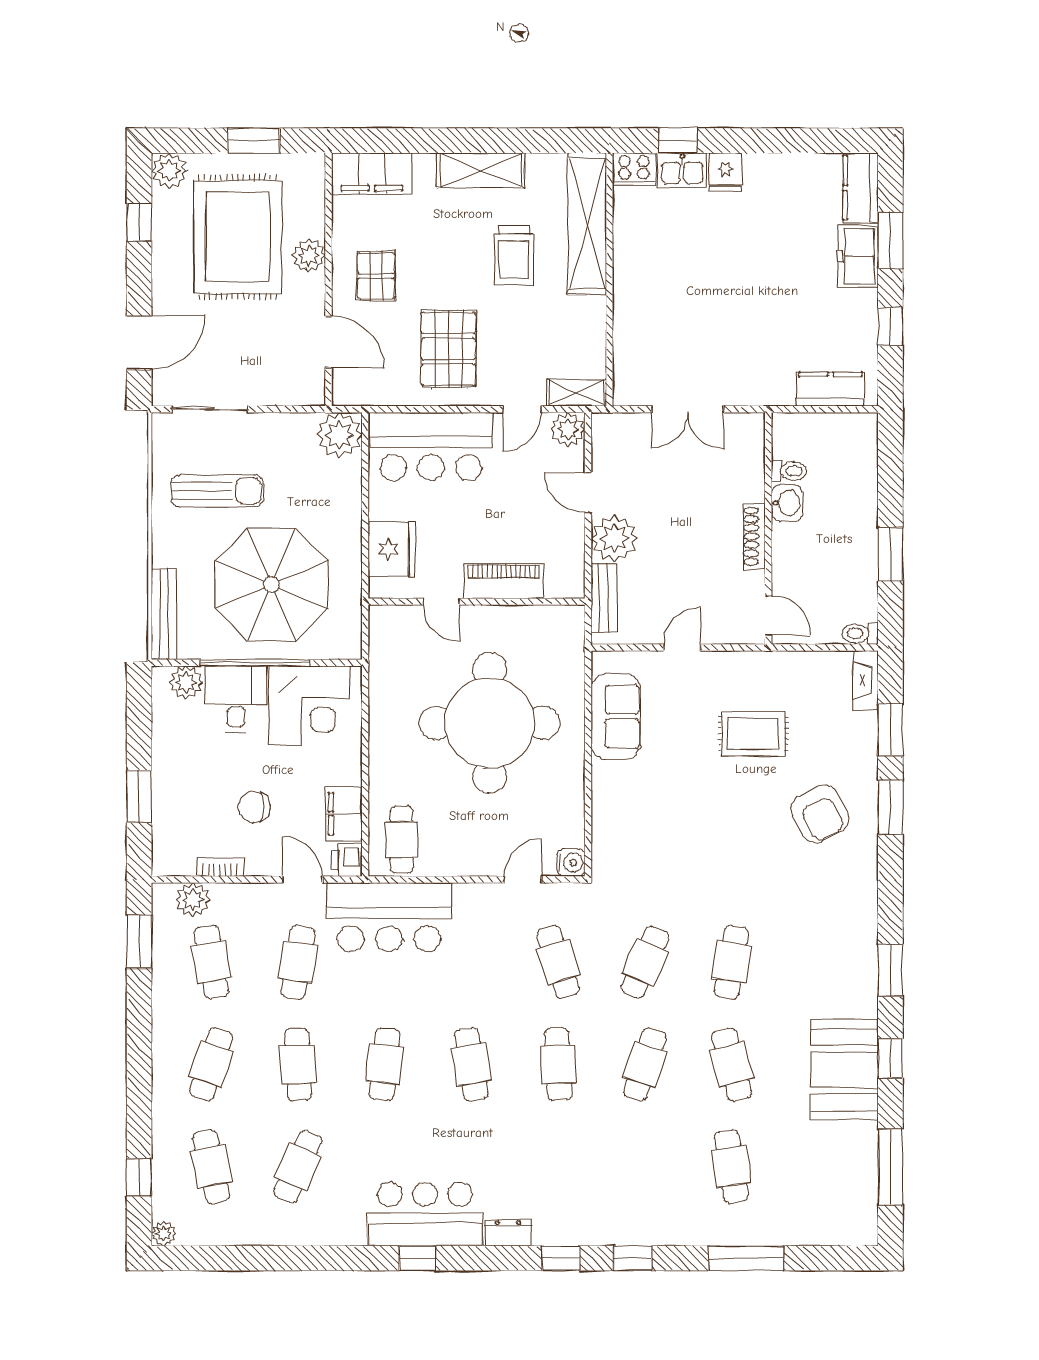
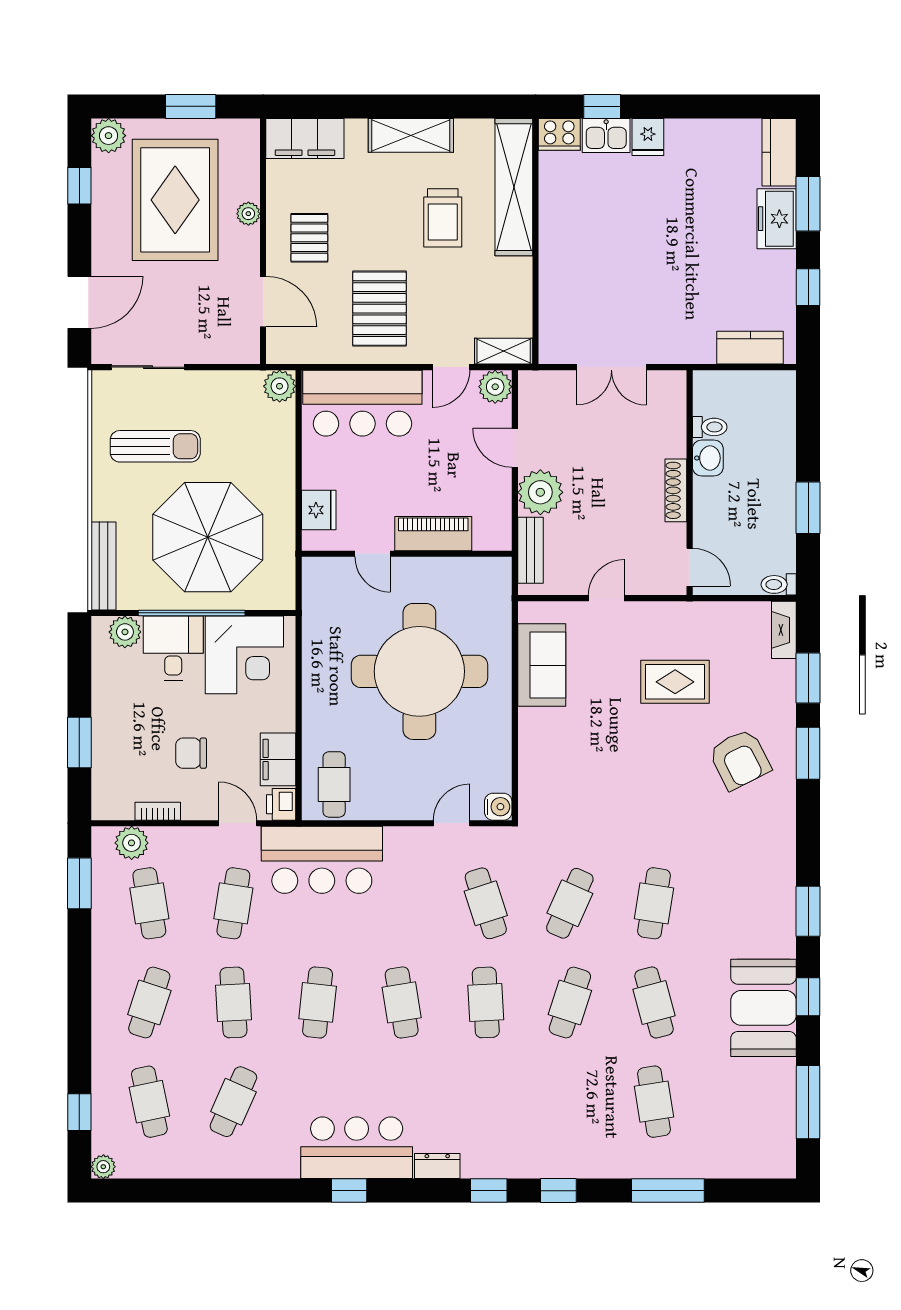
plant: (309, 256) -> (248, 214), width x0.73, depth x0.73
plant: (339, 435) -> (280, 386), width x0.73, depth x0.73
fridge: (392, 549) -> (319, 510), width x0.73, depth x0.75

